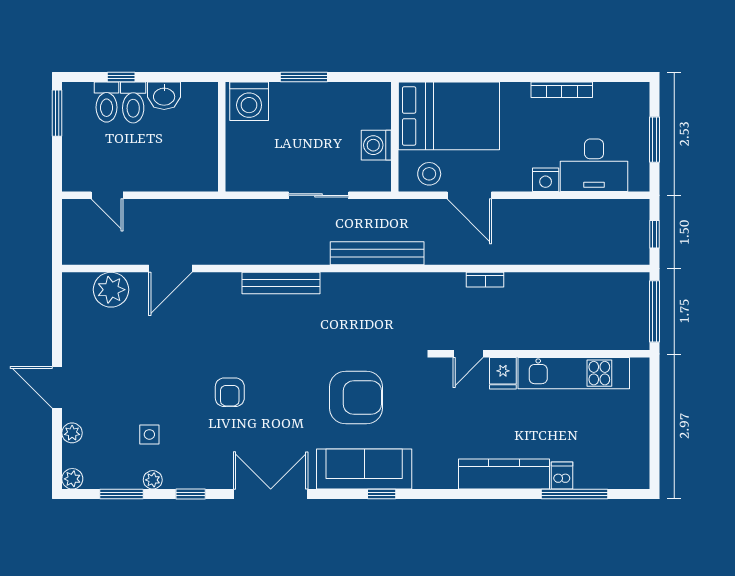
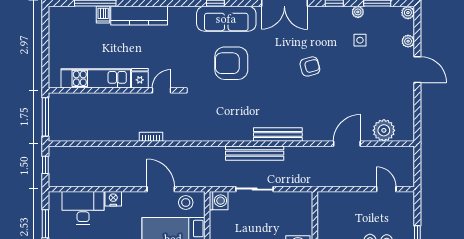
washing machine: (376, 145) -> (219, 201), moved
bench: (377, 253) -> (255, 153), moved
armchair: (230, 392) -> (310, 66), turned 75

